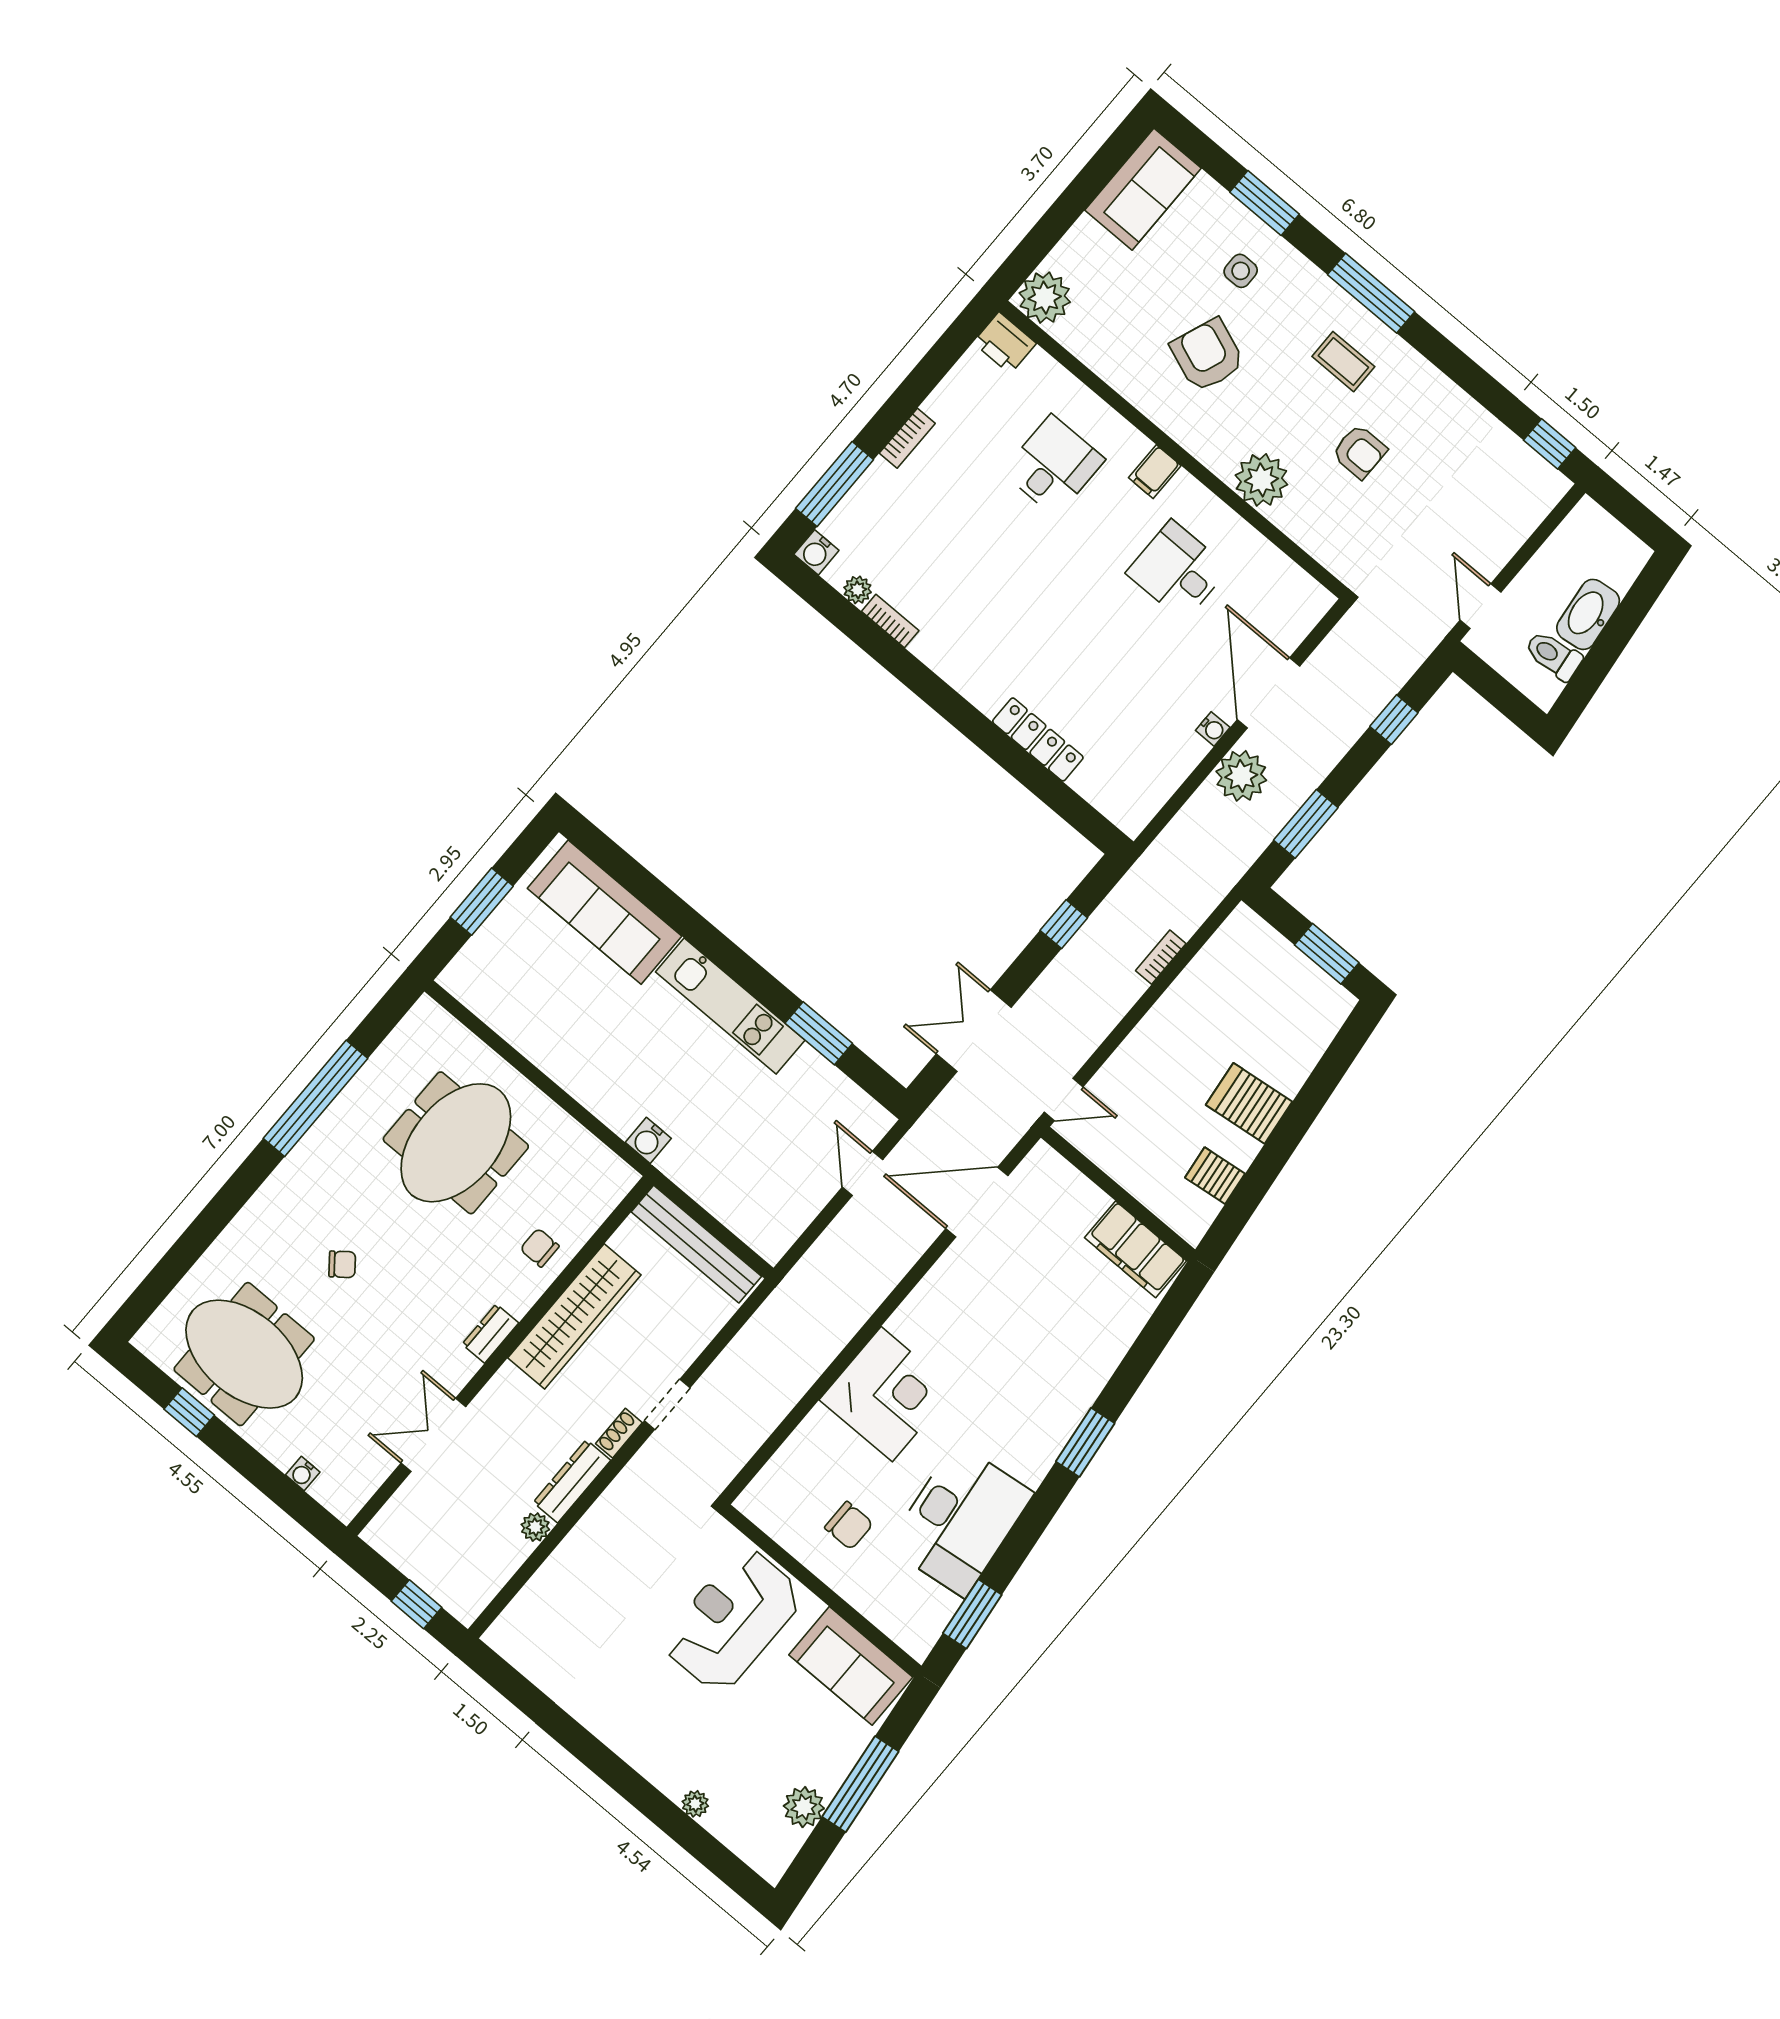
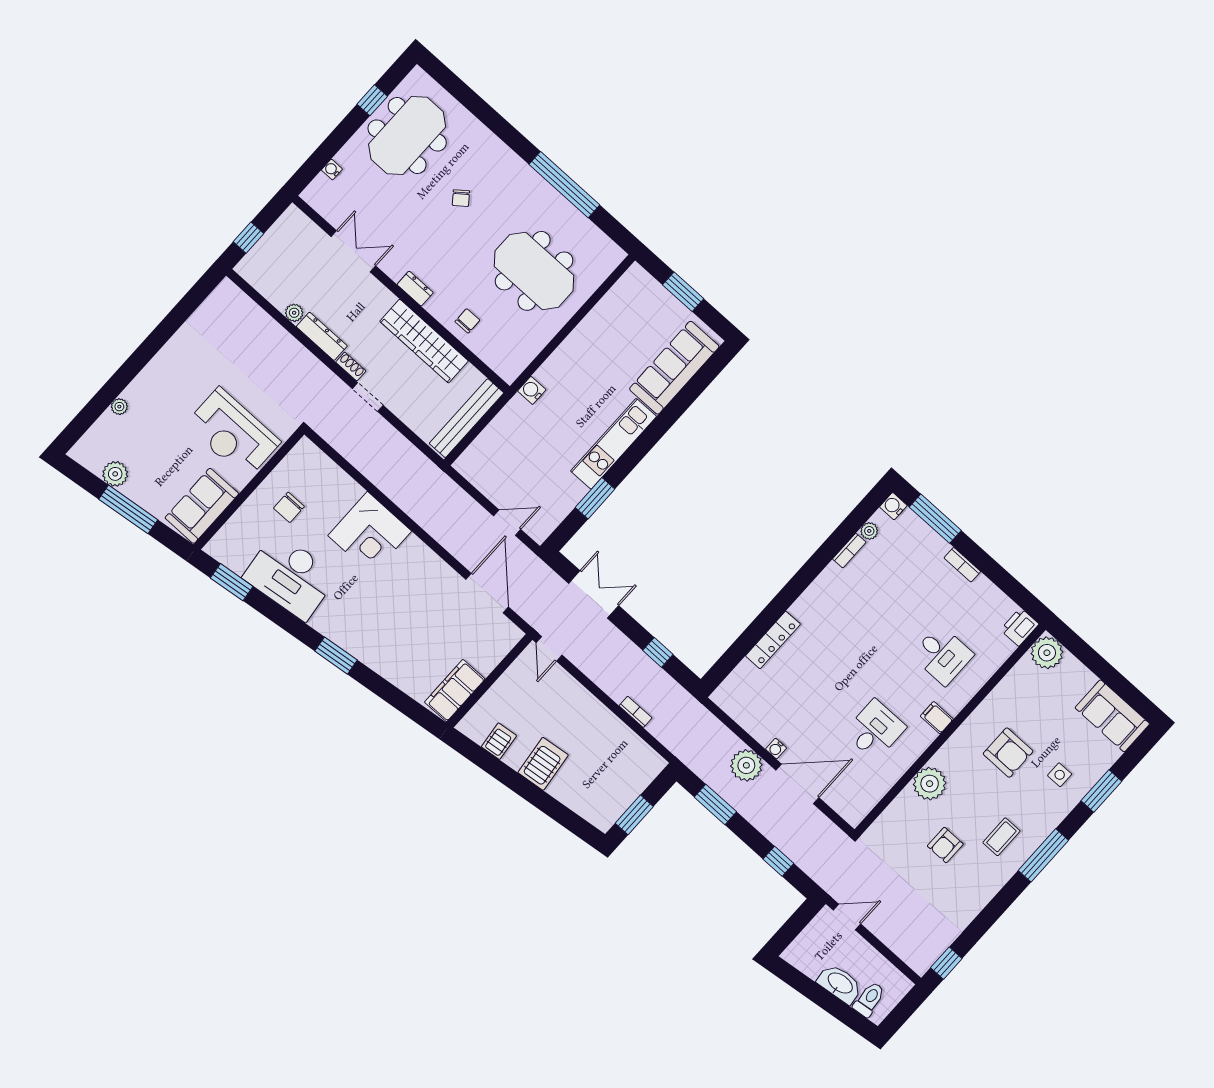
armchair: (1207, 355) -> (1008, 753), turned 69
toilet: (1553, 655) -> (869, 999), moved
reception desk: (733, 1620) -> (233, 433), turned 180

